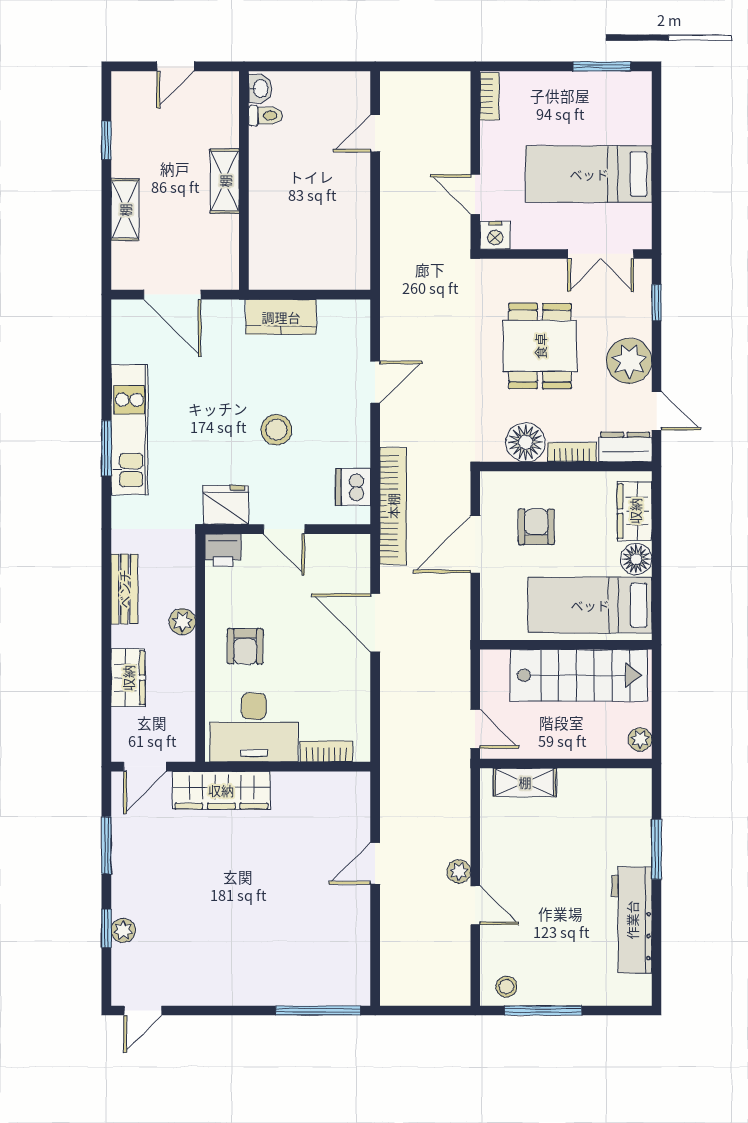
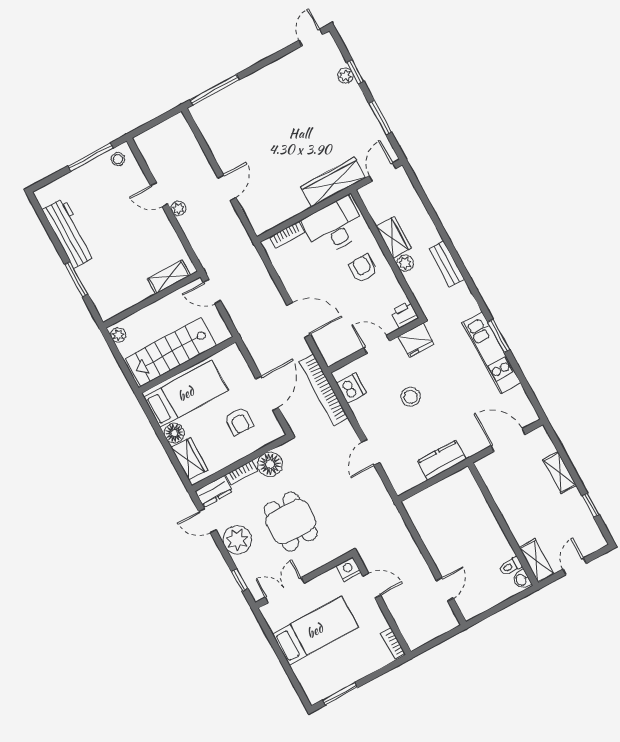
shelving: (225, 181) -> (537, 561), moved
wardrobe: (128, 678) -> (394, 237), moved, turned 180

